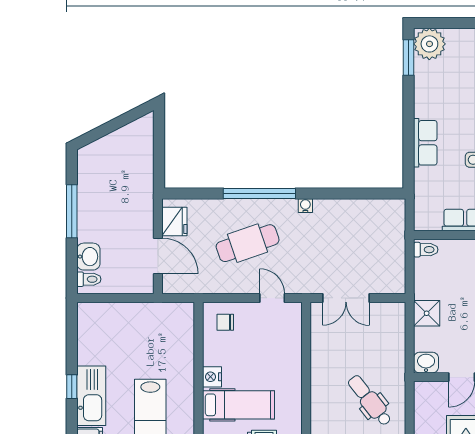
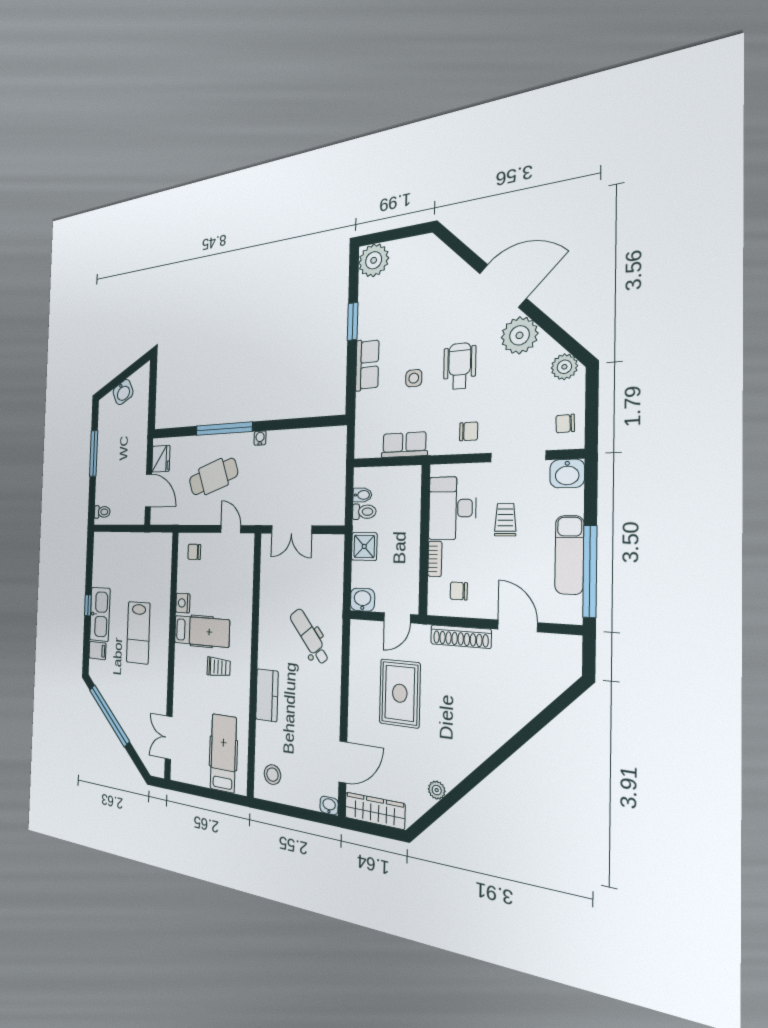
window: (409, 57) -> (353, 321), moved
toilet: (426, 250) -> (364, 512), moved
washbasin: (88, 257) -> (123, 392), moved, turned 63
bidet: (423, 265) -> (362, 495), added

